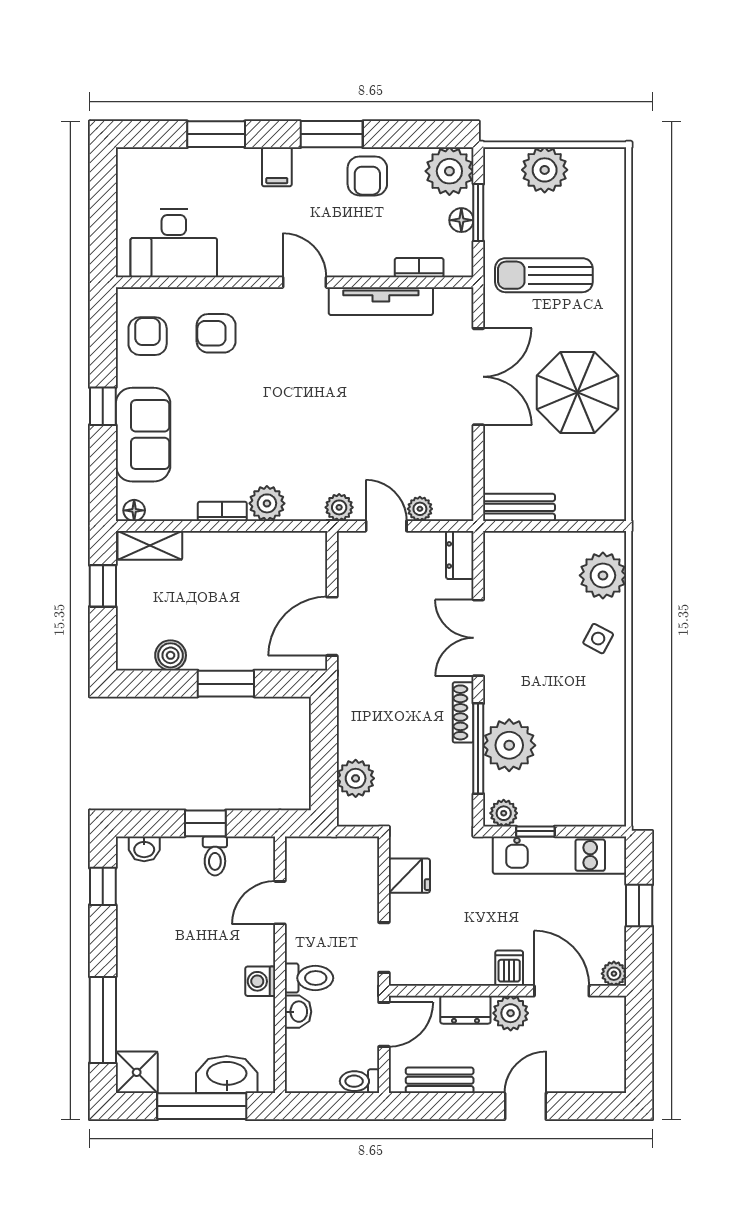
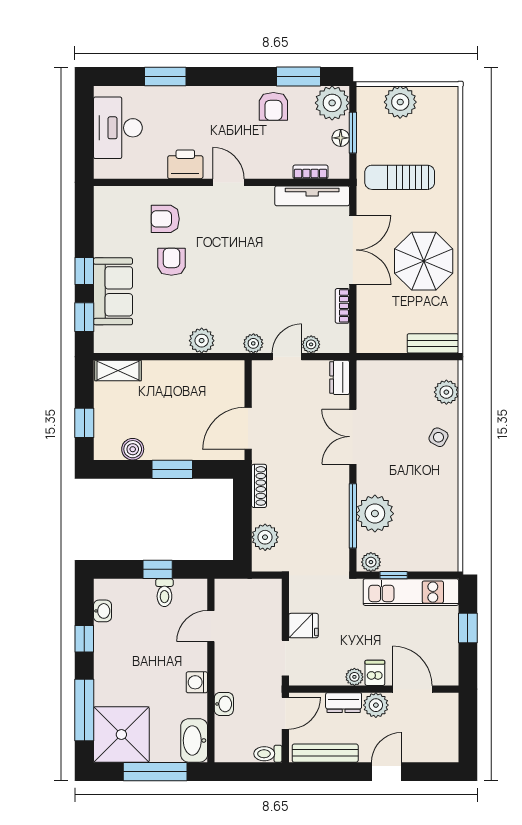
window: (332, 134) -> (298, 77), moved
filing cabinet: (277, 167) -> (209, 100), removed
desk: (174, 243) -> (118, 128), moved, turned 90
printer: (244, 257) -> (185, 164), added
tv unit: (381, 301) -> (312, 196), moved
armchair: (148, 336) -> (171, 262), moved
window: (103, 471) -> (84, 317), added
bench: (519, 507) -> (433, 343), moved
floor lamp: (134, 510) -> (107, 346), removed
bookcase: (222, 511) -> (342, 306), moved, turned -90
door: (386, 526) -> (287, 357), hinge flipped
plant: (603, 575) -> (446, 392), width x0.73, depth x0.73
window: (103, 586) -> (84, 423), moved
shoe rack: (463, 712) -> (259, 486), moved, turned 180
washbasin: (144, 849) -> (102, 611), moved, turned -90
fridge: (409, 876) -> (304, 626), moved
window: (103, 886) -> (84, 639), moved
plant: (614, 974) -> (354, 677), moved
toilet: (309, 978) -> (232, 680), removed
shower: (137, 1072) -> (121, 735), width x1.86, depth x1.86
washbasin: (227, 1075) -> (194, 740), moved, turned -90
bench: (440, 1080) -> (325, 753), width x1.36

